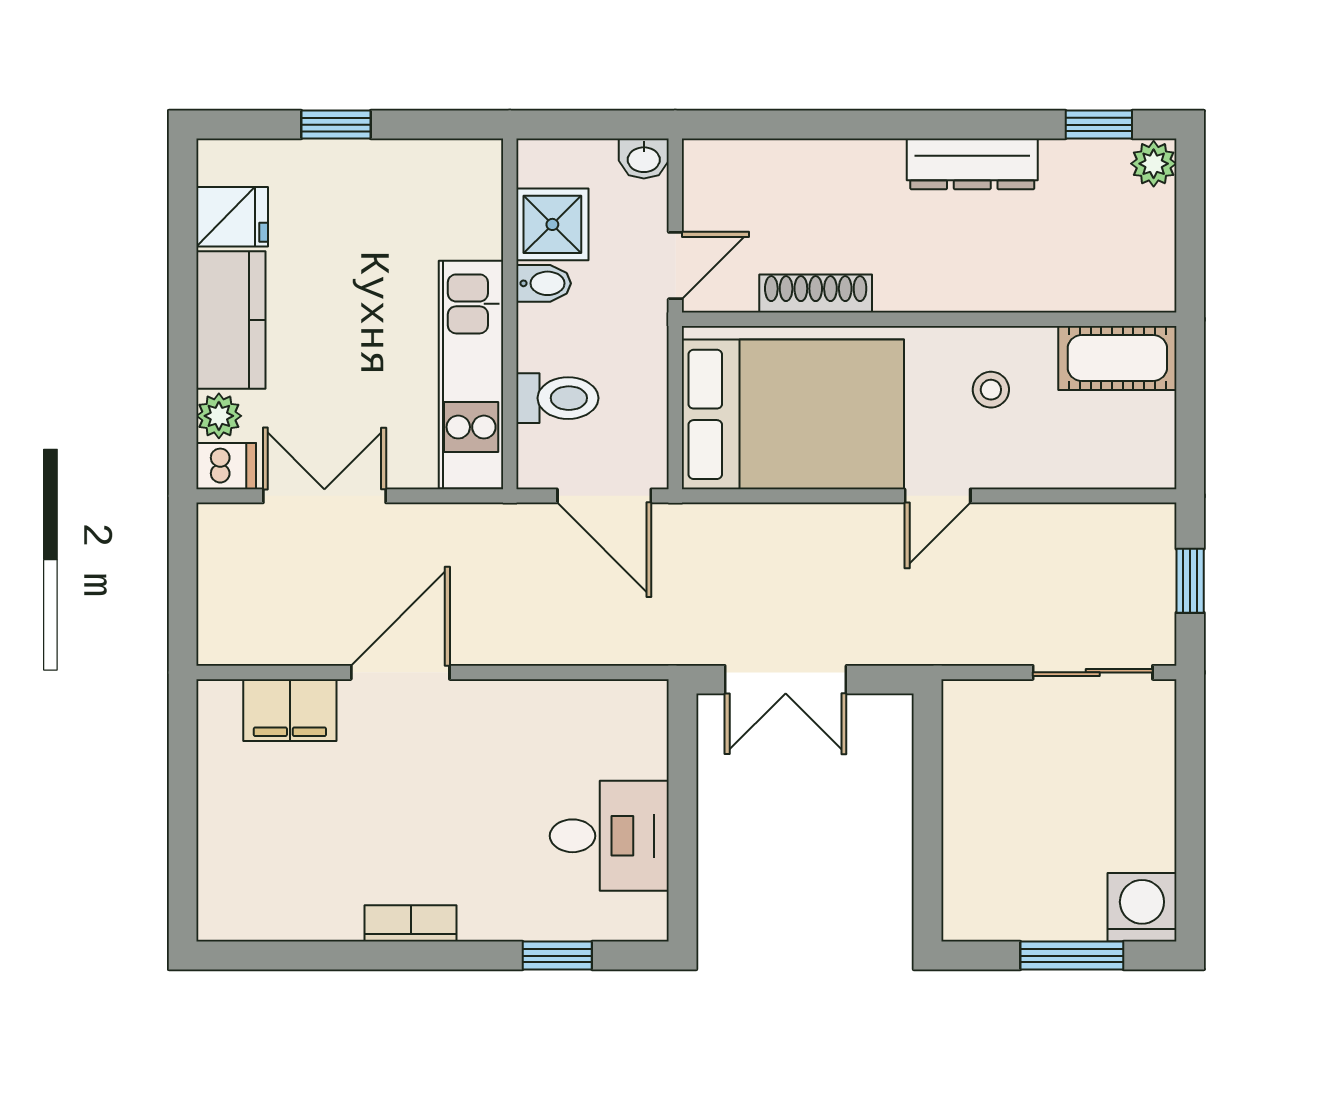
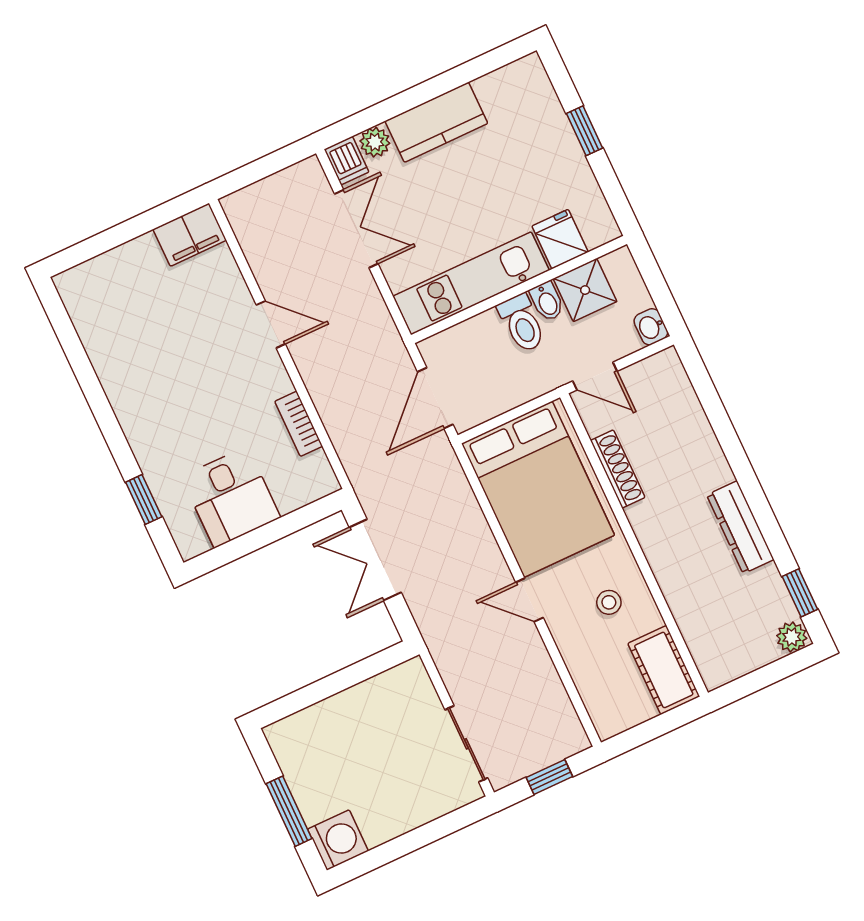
fridge: (232, 217) -> (560, 239), moved, turned 180
toilet: (557, 398) -> (522, 323), moved
door: (400, 672) -> (271, 324), width x0.73
filing cabinet: (290, 710) -> (190, 235), moved, turned -90
bookcase: (411, 923) -> (299, 424), moved, turned 180

